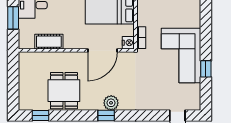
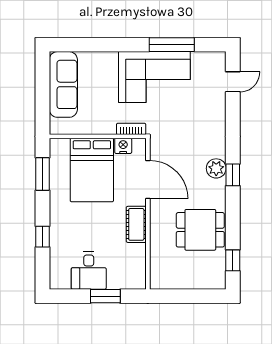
cot: (49, 42) -> (136, 224), moved
nightstand: (128, 43) -> (123, 146), moved
window: (206, 69) -> (172, 45), width x2.17

